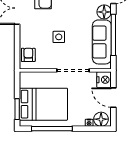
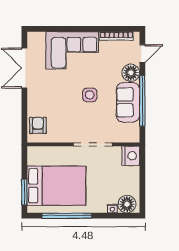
side table: (59, 37) -> (90, 95), moved
sofa: (102, 42) -> (128, 102), width x0.73
door: (113, 98) -> (142, 178), removed

